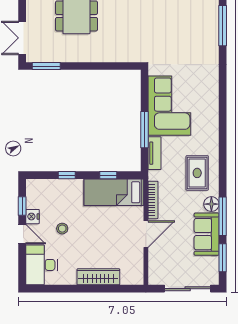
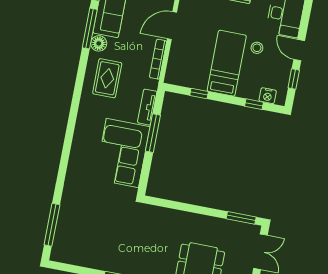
window: (67, 175) -> (254, 104), moved
bed: (114, 192) -> (227, 63), moved, turned -90
nightstand: (32, 217) -> (268, 96), moved, turned 90

